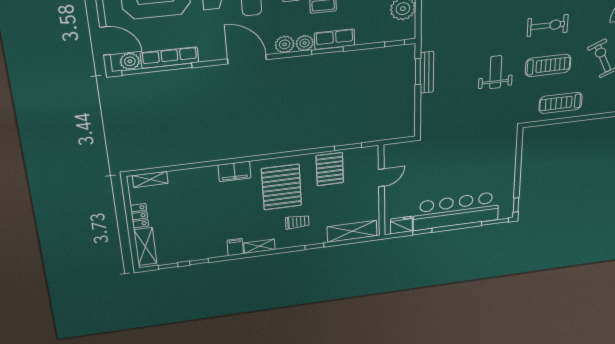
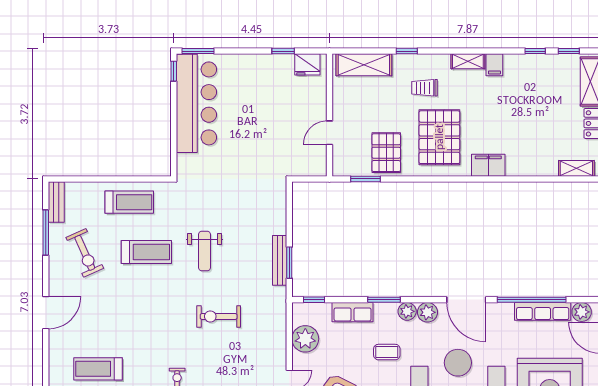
exercise bike: (548, 25) -> (219, 316), moved
row of seats: (335, 39) -> (353, 312), moved
treadmill: (548, 65) -> (146, 252), turned 180
window: (157, 69) -> (532, 300), moved
bar counter: (456, 211) -> (196, 103), moved, turned -90

